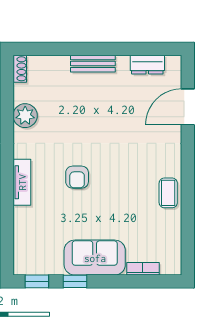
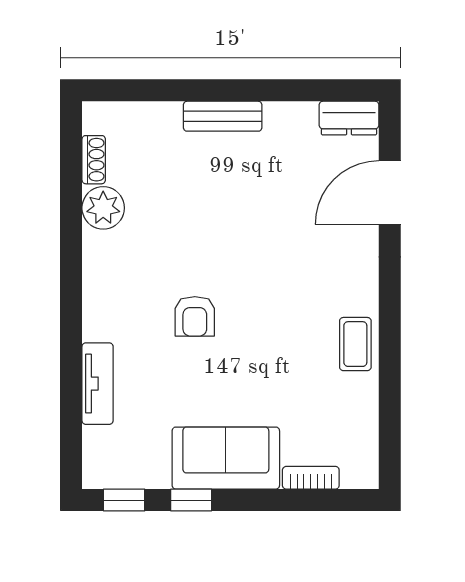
dresser: (147, 65) -> (349, 118), moved
shoe rack: (20, 69) -> (94, 160), moved
tv unit: (22, 182) -> (98, 384), moved

